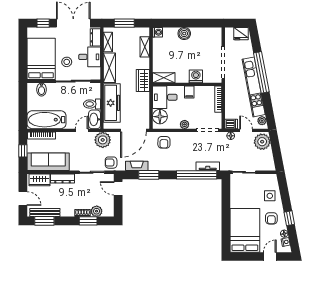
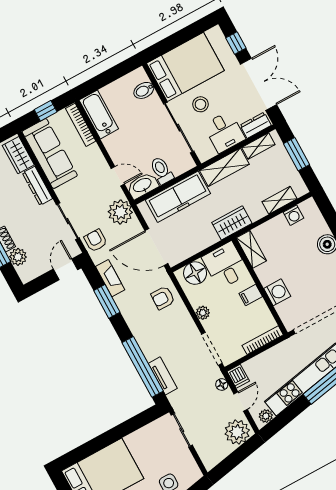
washing machine: (158, 32) -> (294, 215), moved
bathtub: (46, 120) -> (99, 114), width x0.73, depth x0.73

